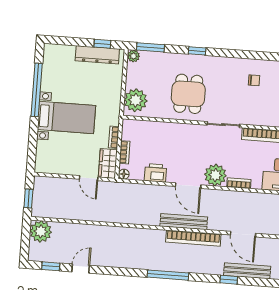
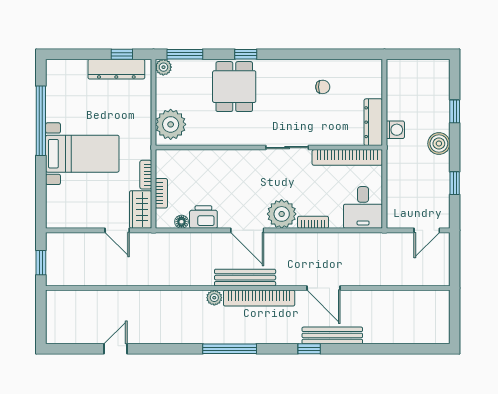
dining table: (188, 94) -> (234, 87), moved
floor lamp: (124, 174) -> (181, 222), moved
plant: (41, 231) -> (214, 298), moved, width x0.53, depth x0.53
window: (51, 266) -> (77, 349), removed

